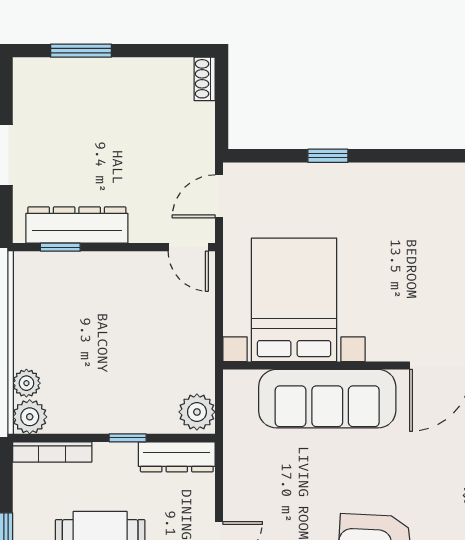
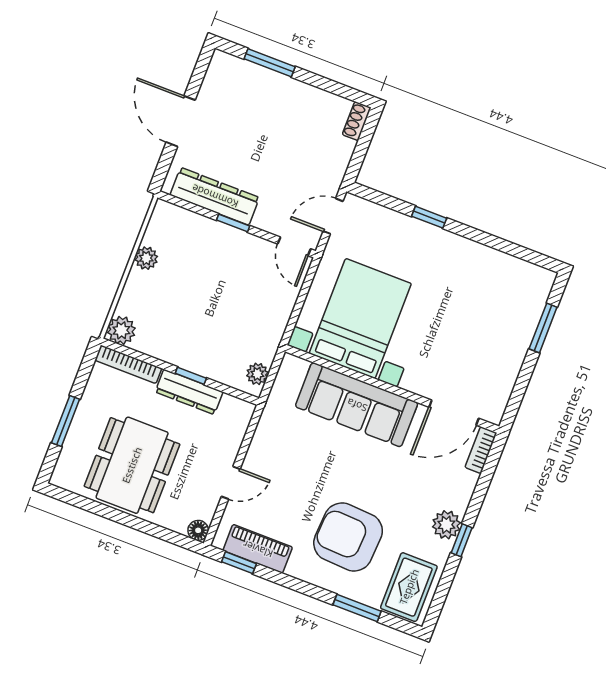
window: (60, 247) -> (233, 223), moved
plant: (26, 383) -> (146, 258), moved
plant: (197, 412) -> (257, 374), width x0.73, depth x0.73
dresser: (177, 457) -> (189, 392), moved

